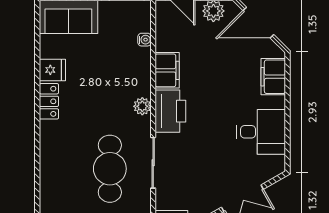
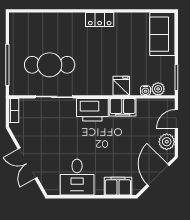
fridge: (52, 70) -> (121, 86), moved, turned 180
plant: (142, 106) -> (158, 89), moved

